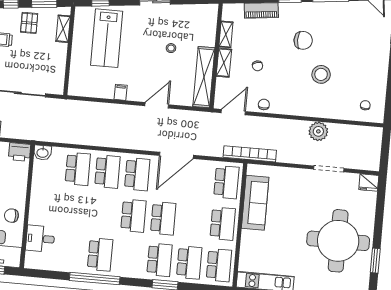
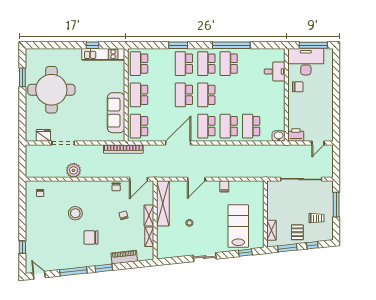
fridge: (369, 182) -> (43, 135), moved
school desk: (189, 262) -> (206, 64), moved

